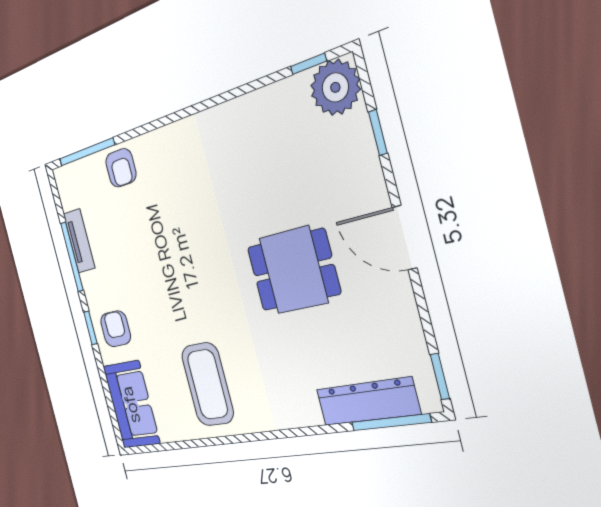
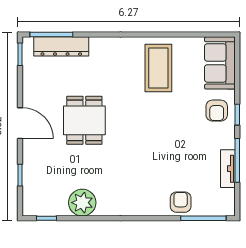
plant: (335, 87) -> (82, 203), moved
dining table: (293, 270) -> (84, 120), turned 90

